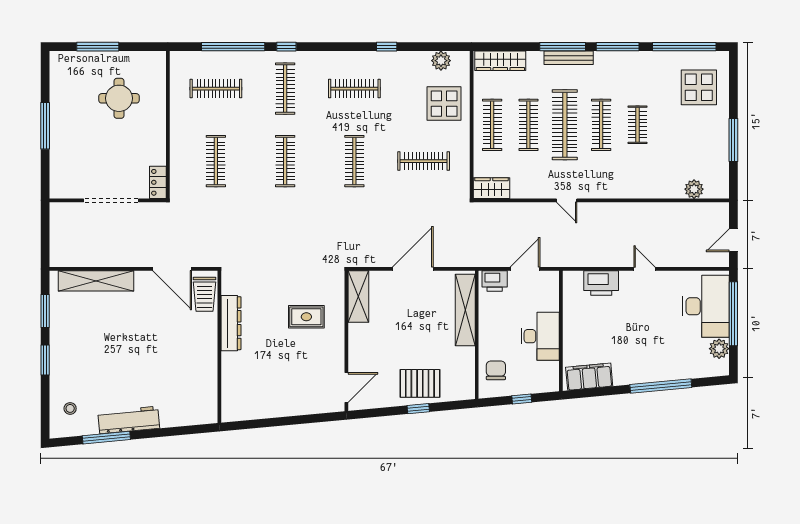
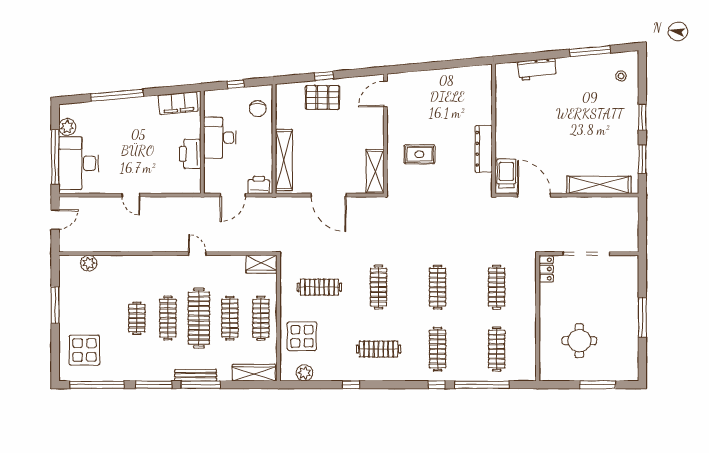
clothes rail: (216, 89) -> (497, 349), turned 90
door: (413, 269) -> (329, 195), hinge flipped
printer: (601, 283) -> (190, 154), moved, turned -90
workbench: (129, 420) -> (537, 69), moved, width x0.73

